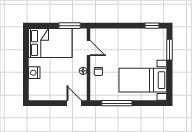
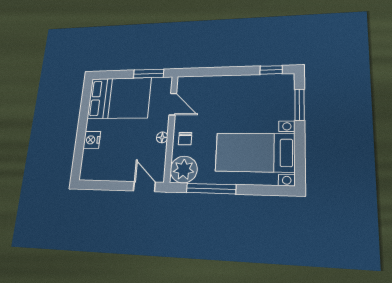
plant: (99, 92) -> (184, 170), added

